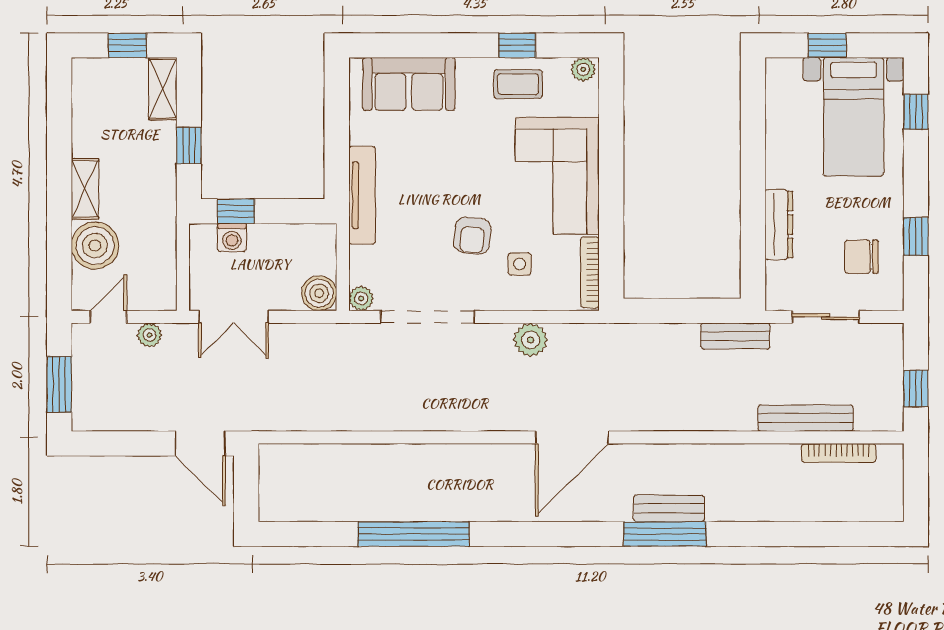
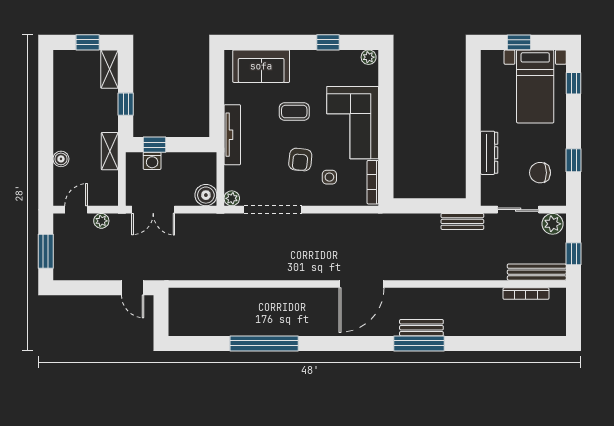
coffee table: (518, 84) -> (294, 112), moved
shelving: (85, 189) -> (110, 151), moved
boiler: (95, 246) -> (61, 159), width x0.54, depth x0.54
plant: (531, 340) -> (553, 224), moved
bench: (806, 418) -> (537, 272), moved
door: (200, 443) -> (133, 288), width x0.73

